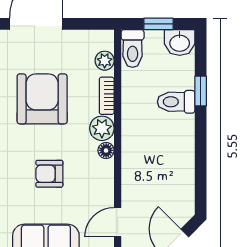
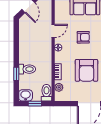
plant: (102, 128) -> (60, 57), removed
door: (118, 222) -> (53, 31), moved

